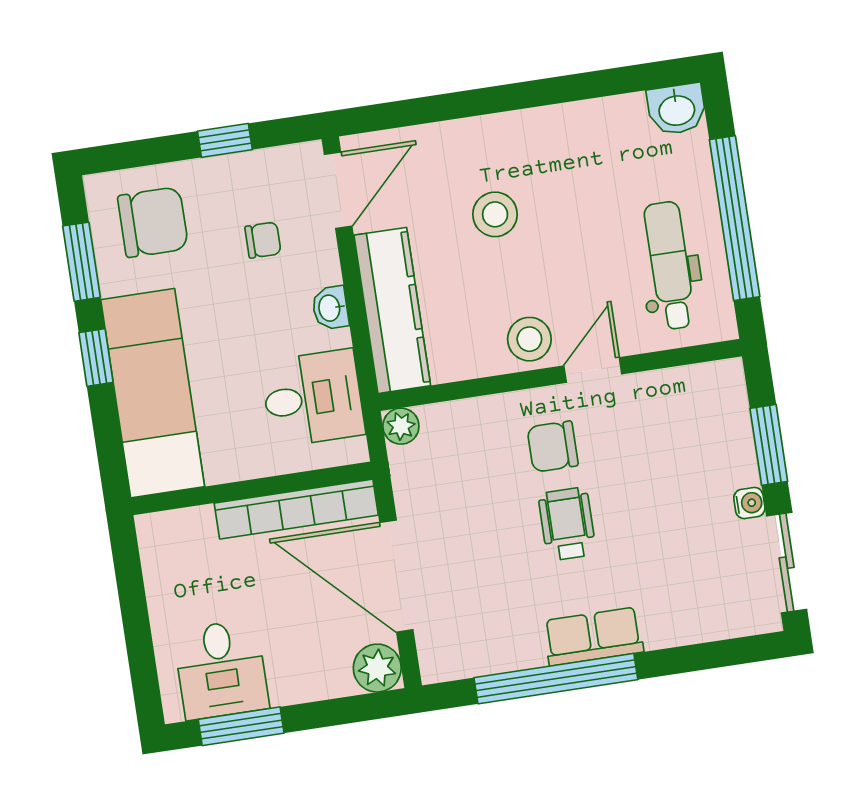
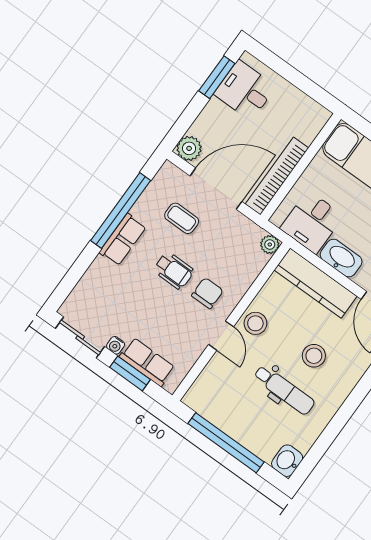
dental chair: (670, 265) -> (284, 390), moved
washbasin: (330, 308) -> (341, 258), width x1.91, depth x1.45
row of seats: (730, 437) -> (147, 362), added
coffee table: (484, 584) -> (182, 218), added

